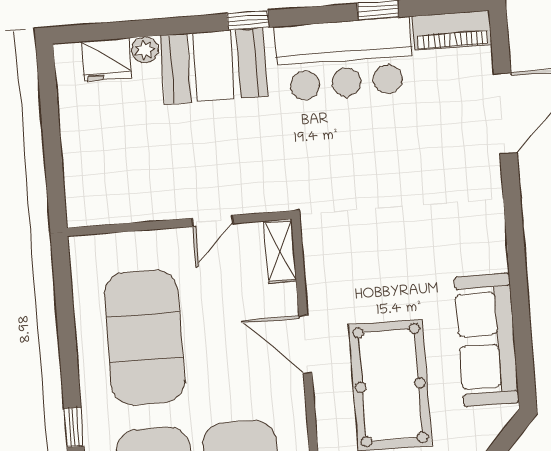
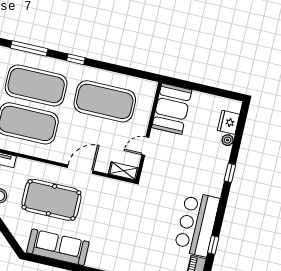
window: (248, 20) -> (230, 173), moved
booth: (214, 66) -> (172, 109), moved
door: (213, 221) -> (145, 146), hinge flipped

